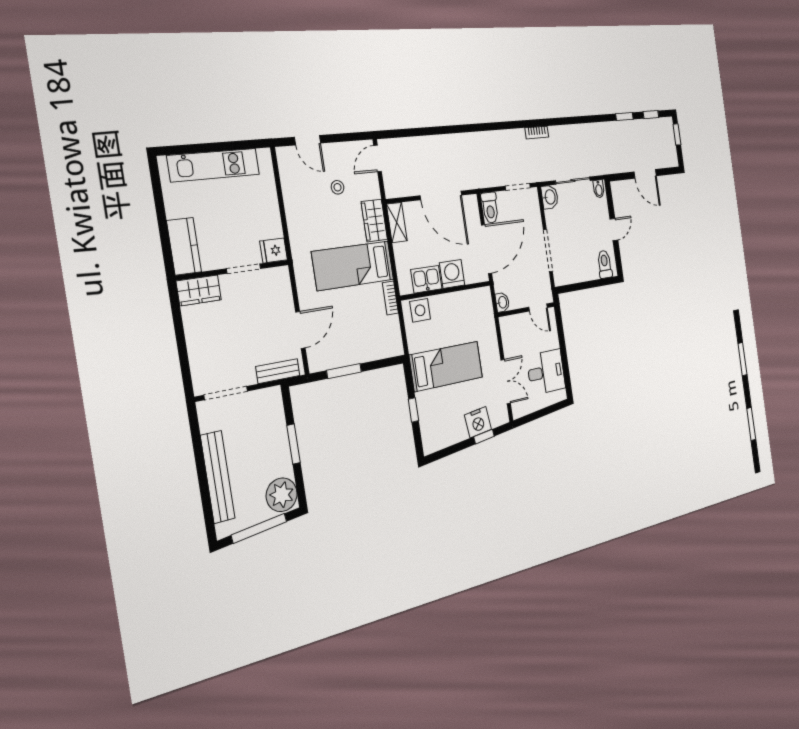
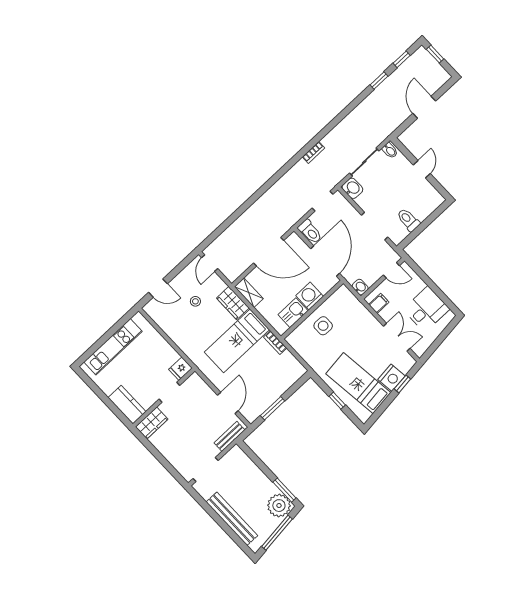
door: (645, 174) -> (424, 107), swing flipped
toilet: (605, 264) -> (408, 220), moved
side table: (420, 310) -> (323, 326), moved
filing cabinet: (509, 333) -> (379, 303), added
bed: (446, 366) -> (358, 383), moved, turned -97
window: (294, 444) -> (284, 490), moved

